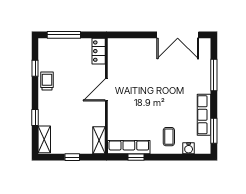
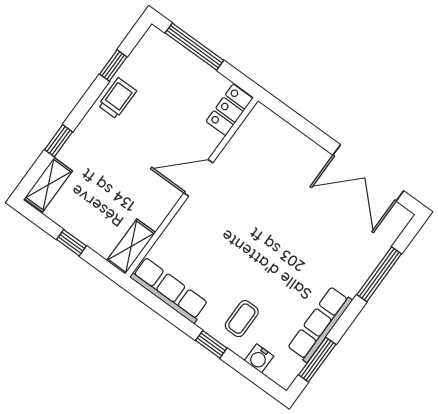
window: (136, 157) -> (211, 344), moved

